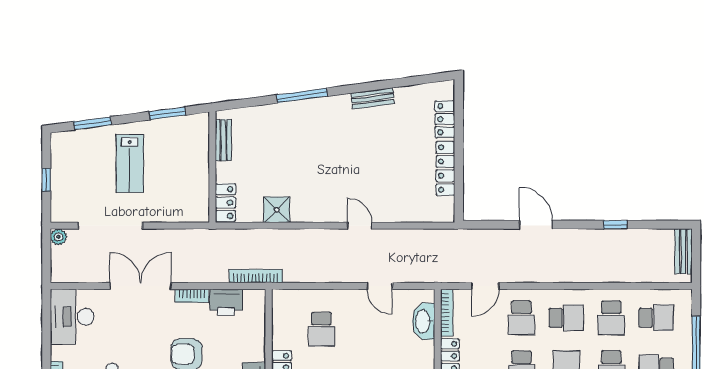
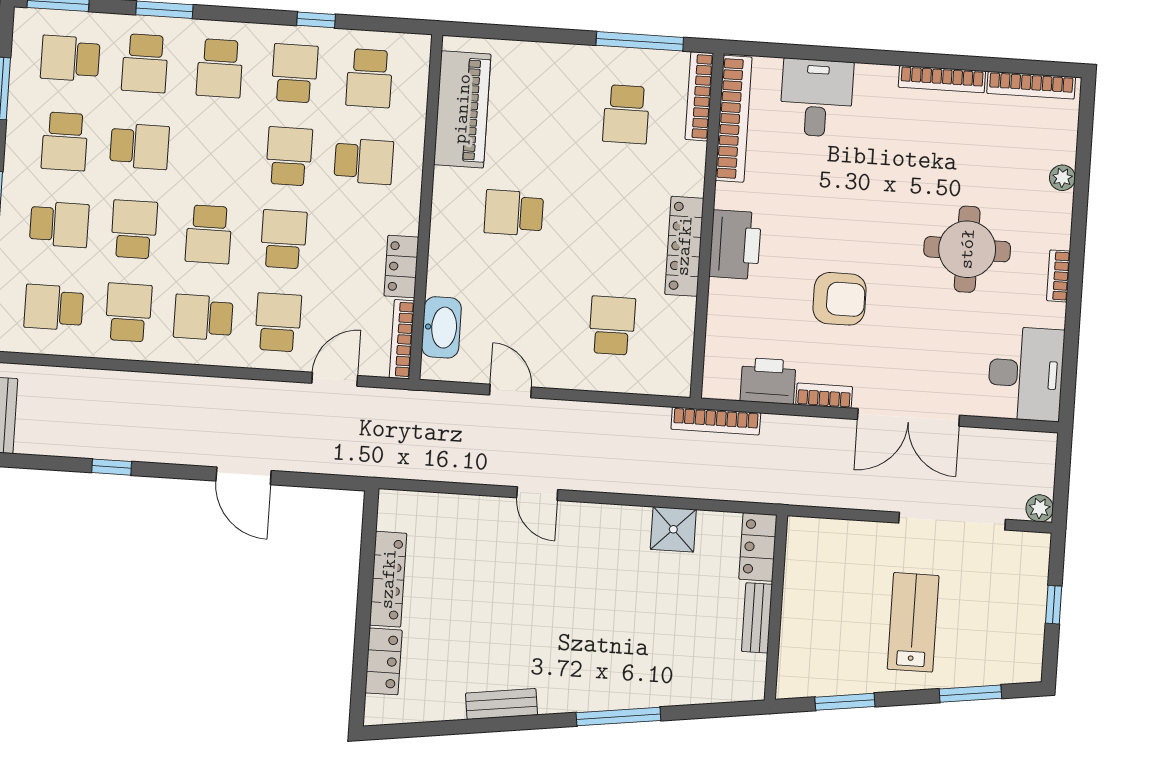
bench: (223, 140) -> (757, 618), moved

